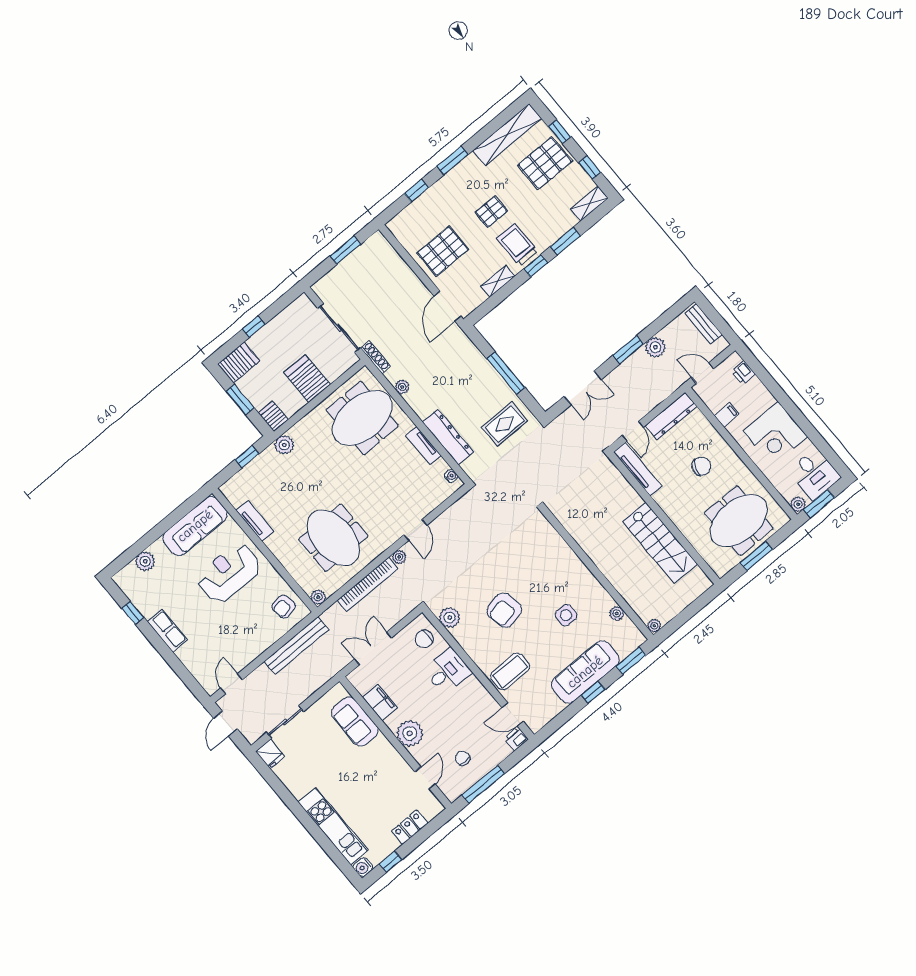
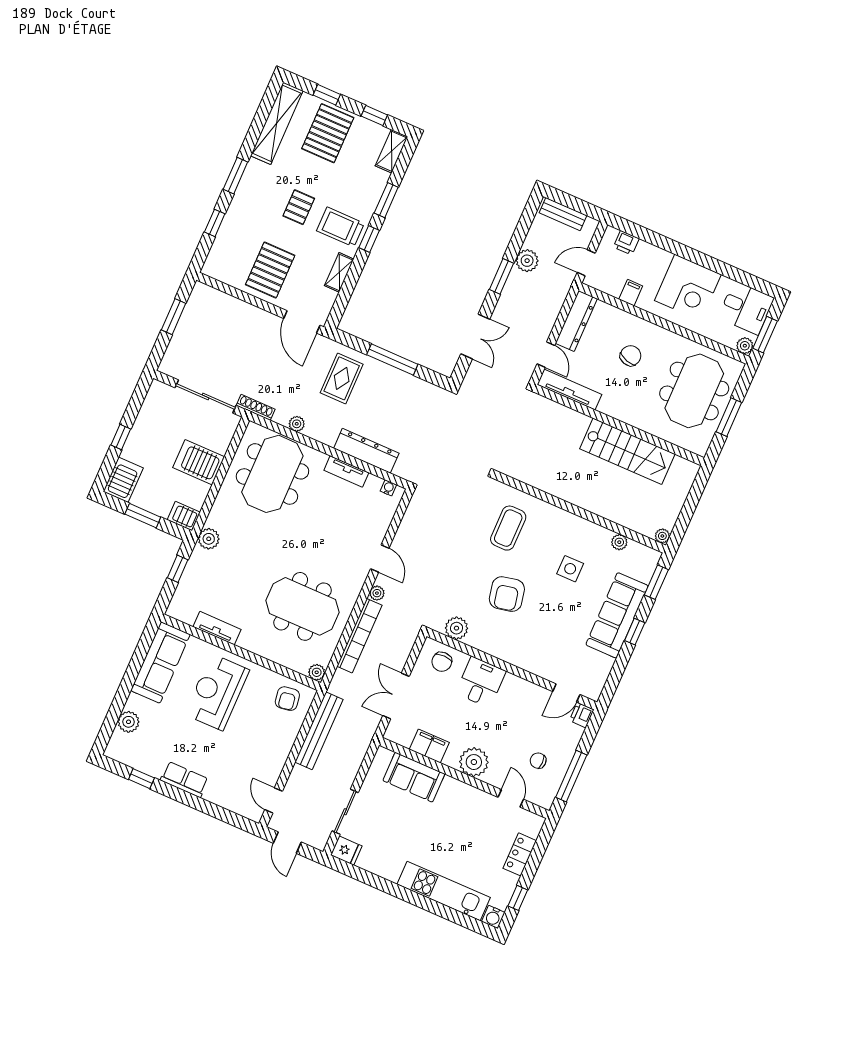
rug: (505, 424) -> (342, 378), moved
coffee table: (510, 671) -> (508, 528), moved

